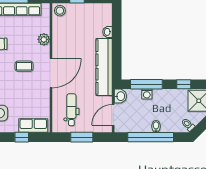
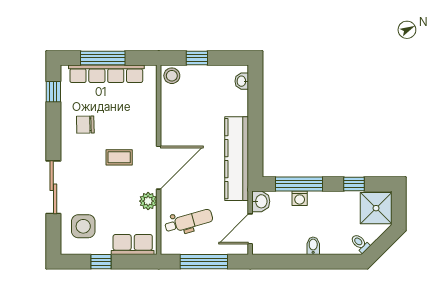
washbasin: (107, 32) -> (242, 81), moved
plant: (44, 39) -> (148, 201), moved
dental chair: (71, 110) -> (189, 221), turned 74
window: (22, 137) -> (101, 262), moved
window: (82, 137) -> (204, 262), width x1.44
window: (151, 137) -> (305, 262), removed

